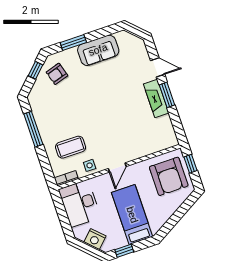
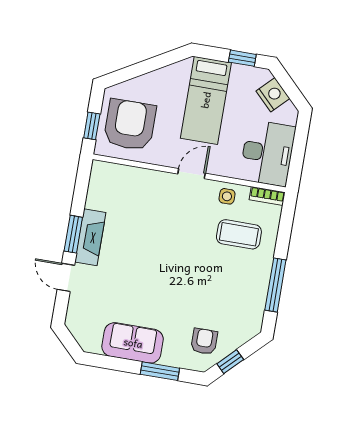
armchair: (57, 74) -> (204, 341), turned -73

